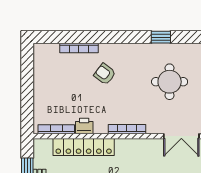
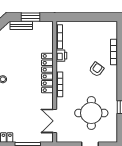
round table: (170, 82) -> (91, 113), width x1.36, depth x1.36
locker: (84, 147) -> (47, 73), moved

